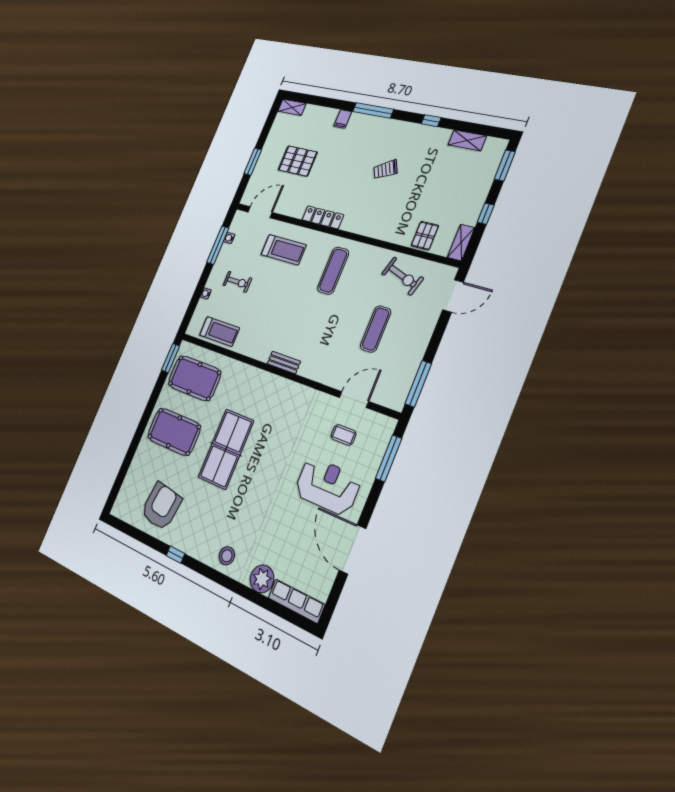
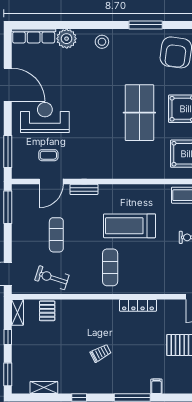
treadmill: (284, 250) -> (130, 226), moved, width x1.37, depth x1.38
bench: (284, 362) -> (84, 189), moved
reception desk: (327, 486) -> (45, 118), turned 180
window: (175, 555) -> (146, 25), width x2.17

